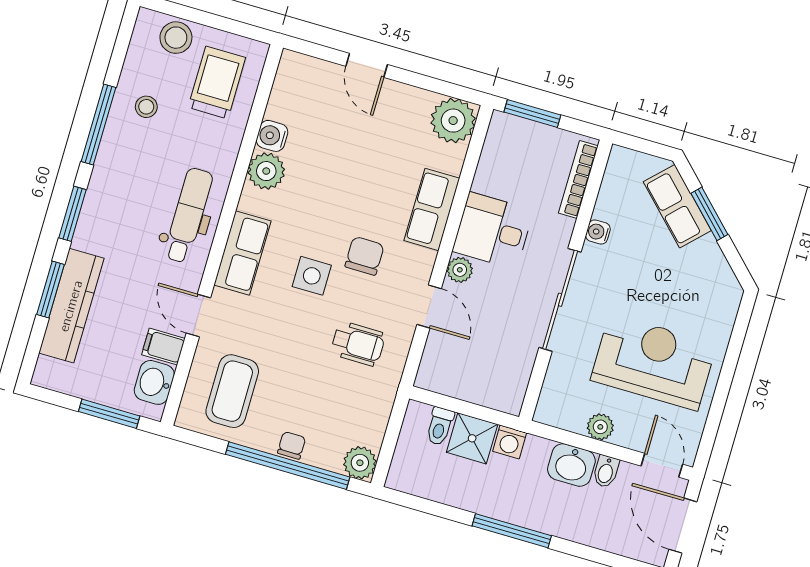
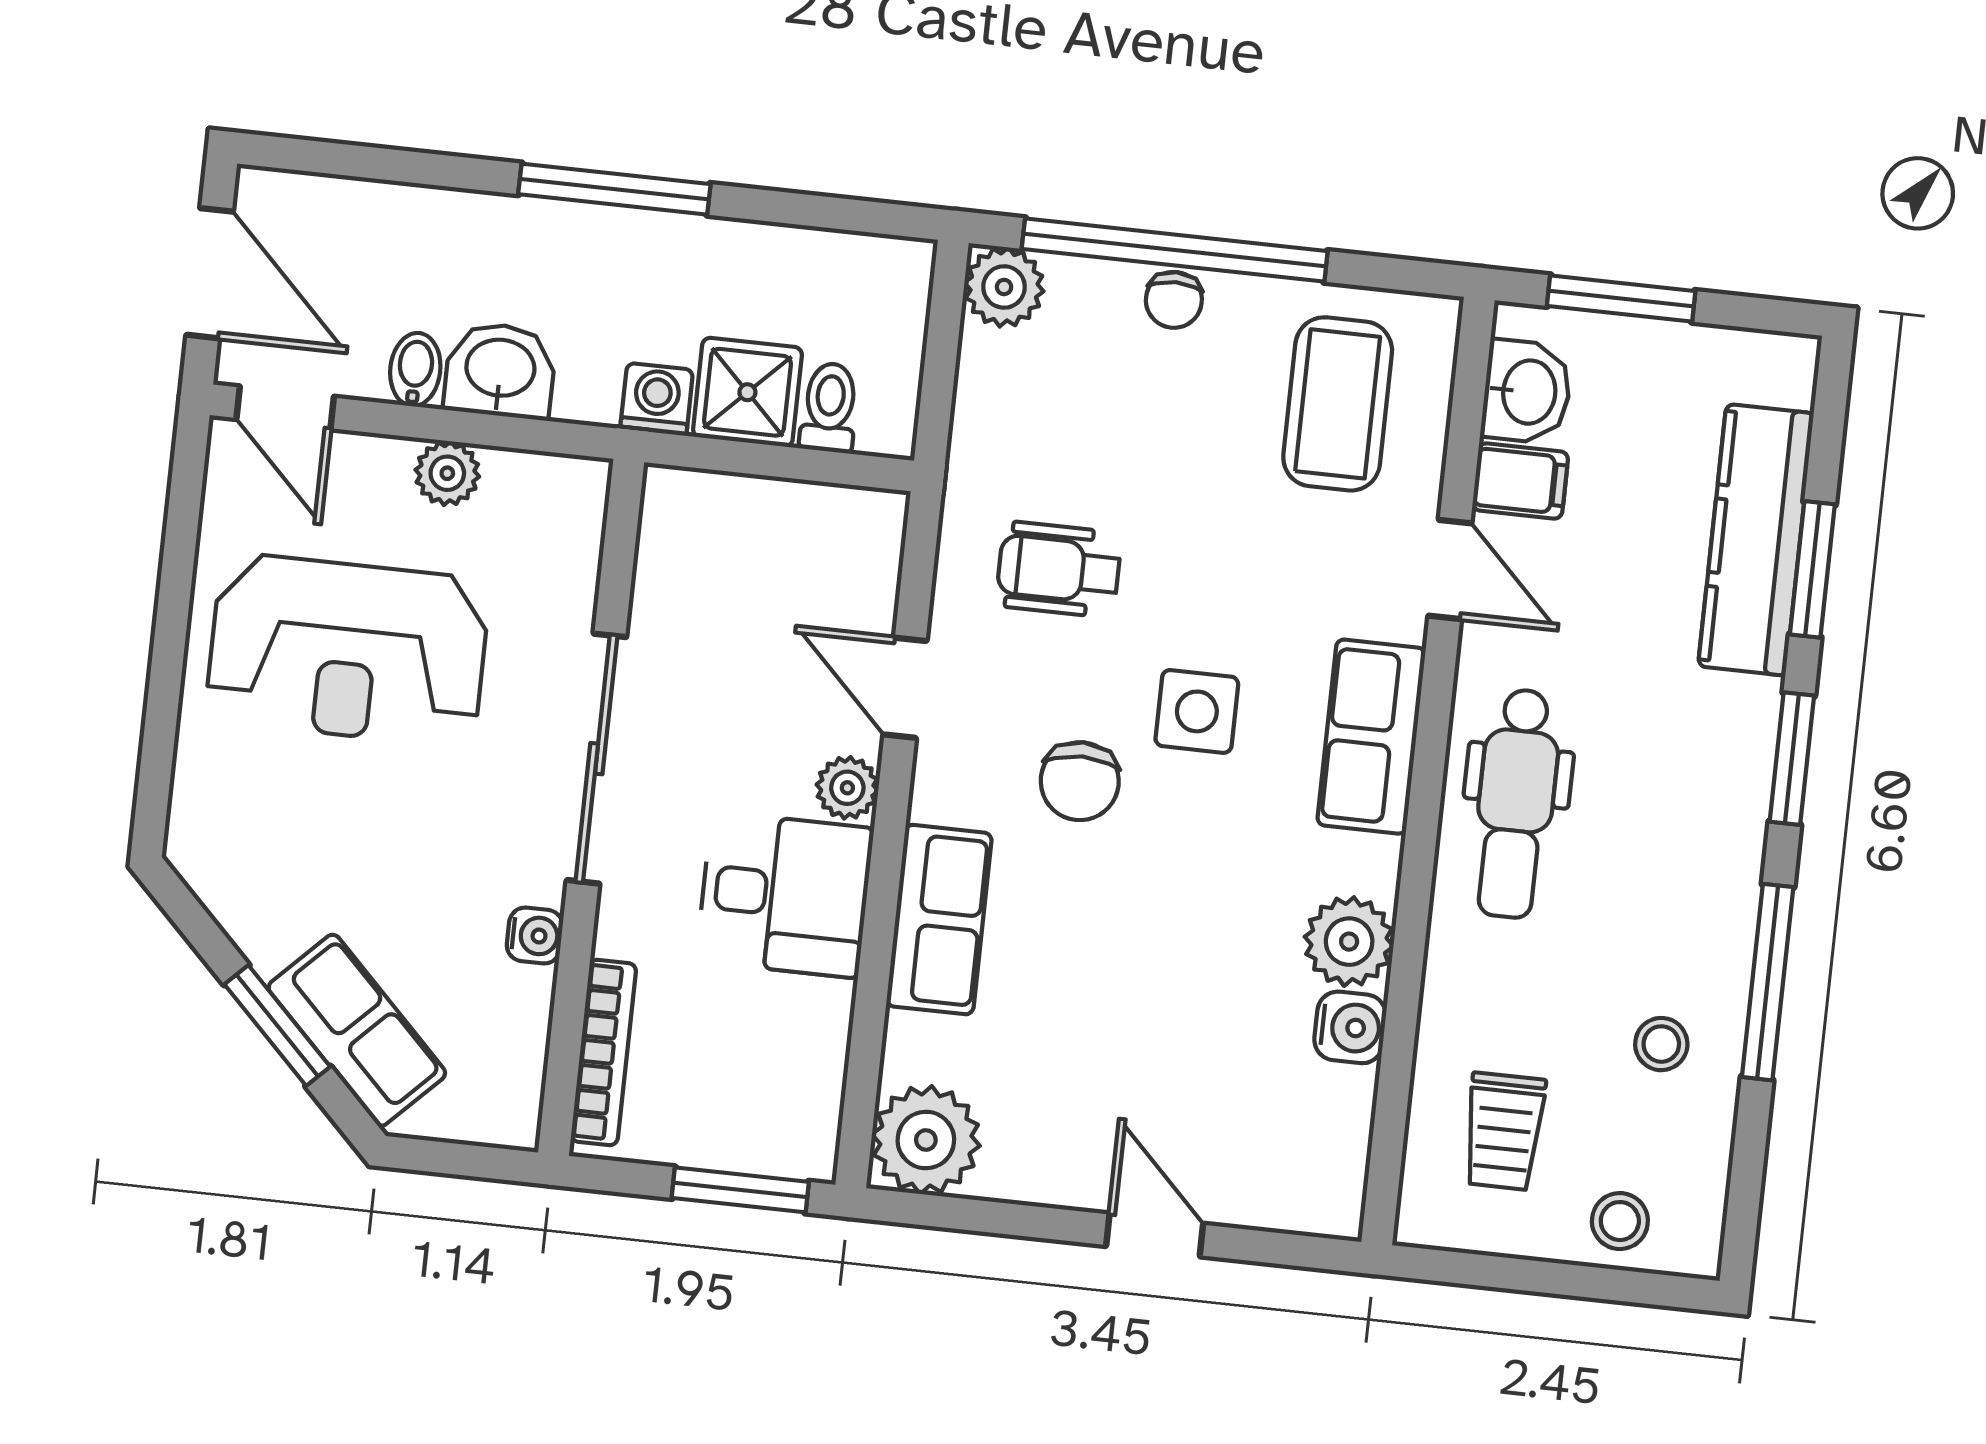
stool: (176, 38) -> (1620, 1221), width x0.73, depth x0.73
trolley: (217, 83) -> (1504, 1131), width x0.73, depth x0.72

